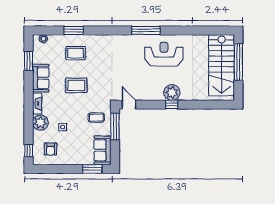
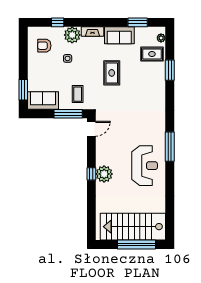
rug: (76, 53) -> (152, 54), moved, turned 90
window: (29, 151) -> (58, 22), moved

